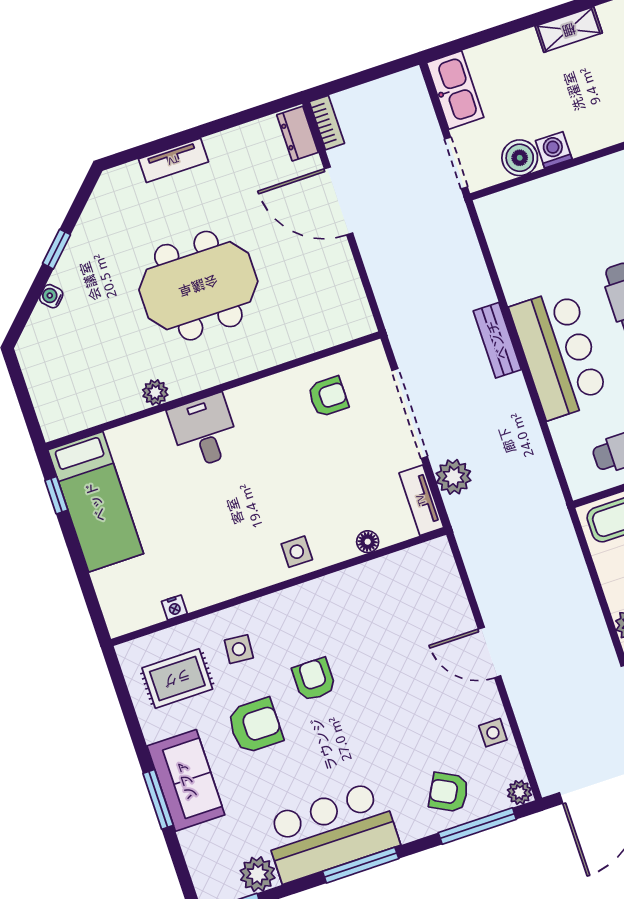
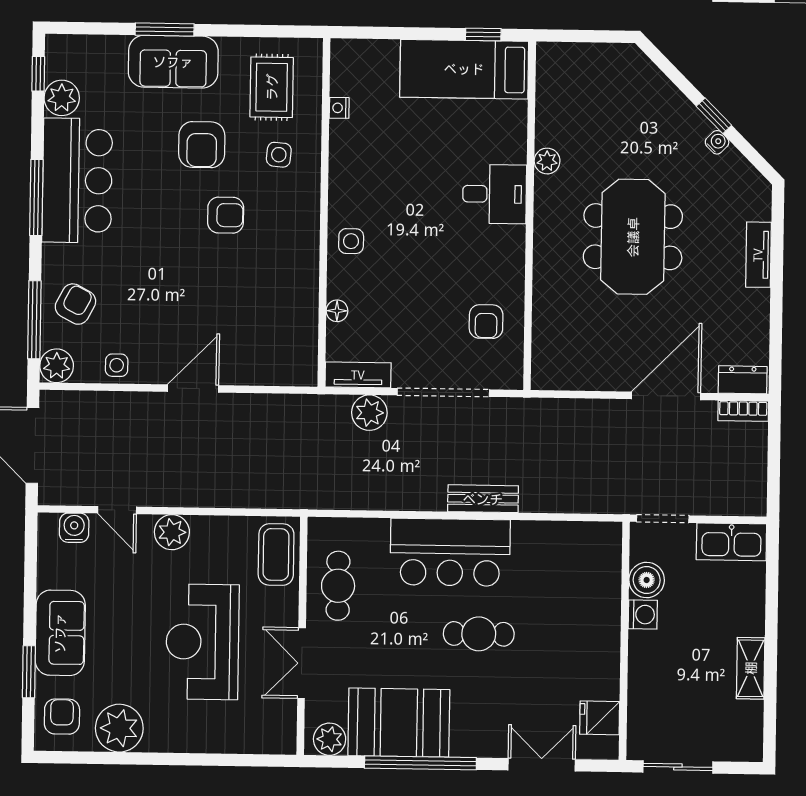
water cooler: (51, 296) -> (717, 142), moved
plant: (519, 792) -> (57, 366), width x1.38, depth x1.38

